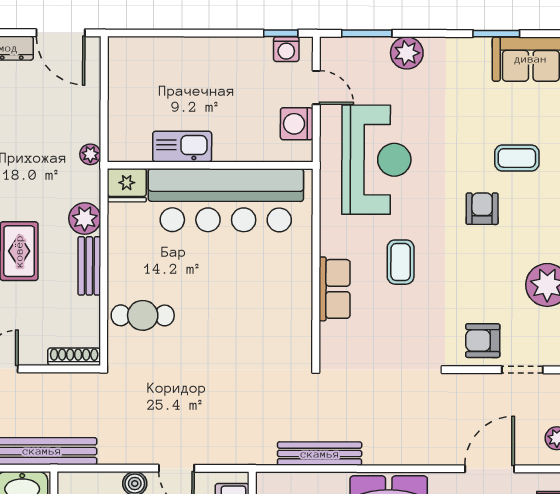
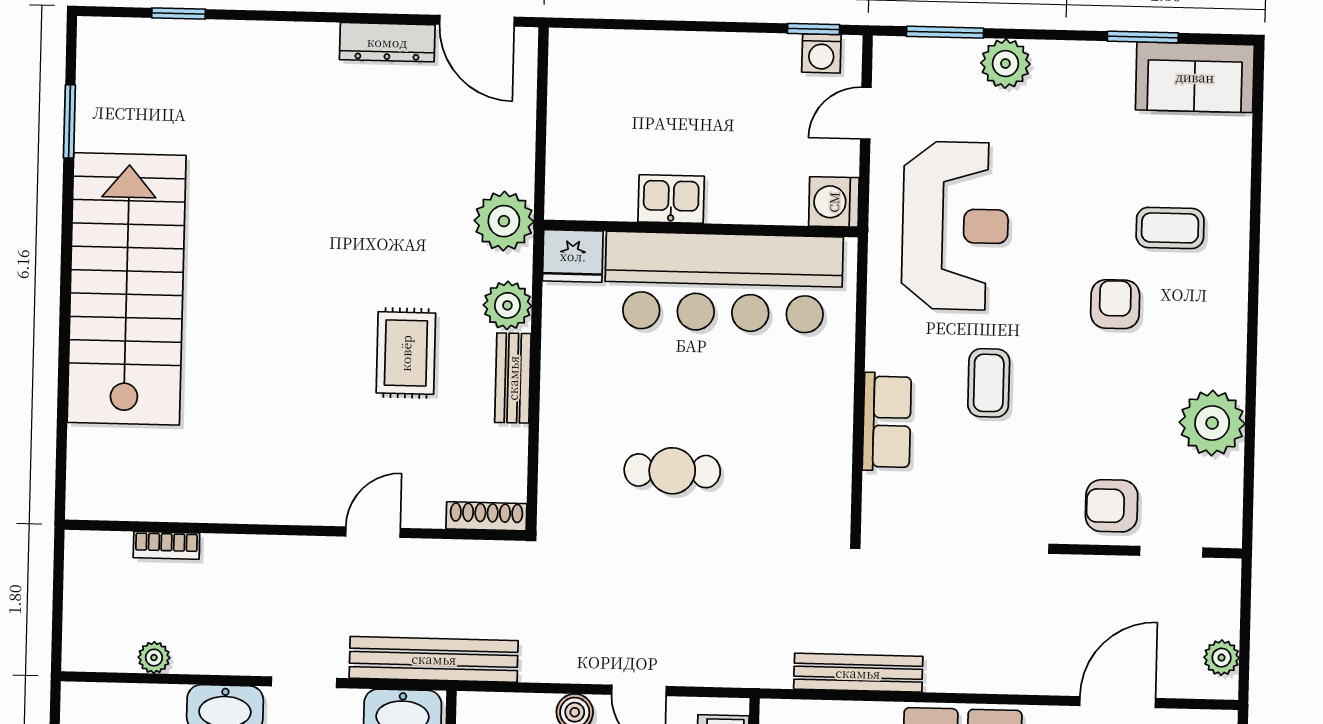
door: (316, 88) -> (866, 113), swing flipped
washing machine: (297, 124) -> (834, 202), moved
kitchen sink: (182, 147) -> (671, 199), width x0.73
plant: (90, 154) -> (504, 221), width x1.88, depth x1.88
cafe table: (143, 315) -> (672, 471), moved

